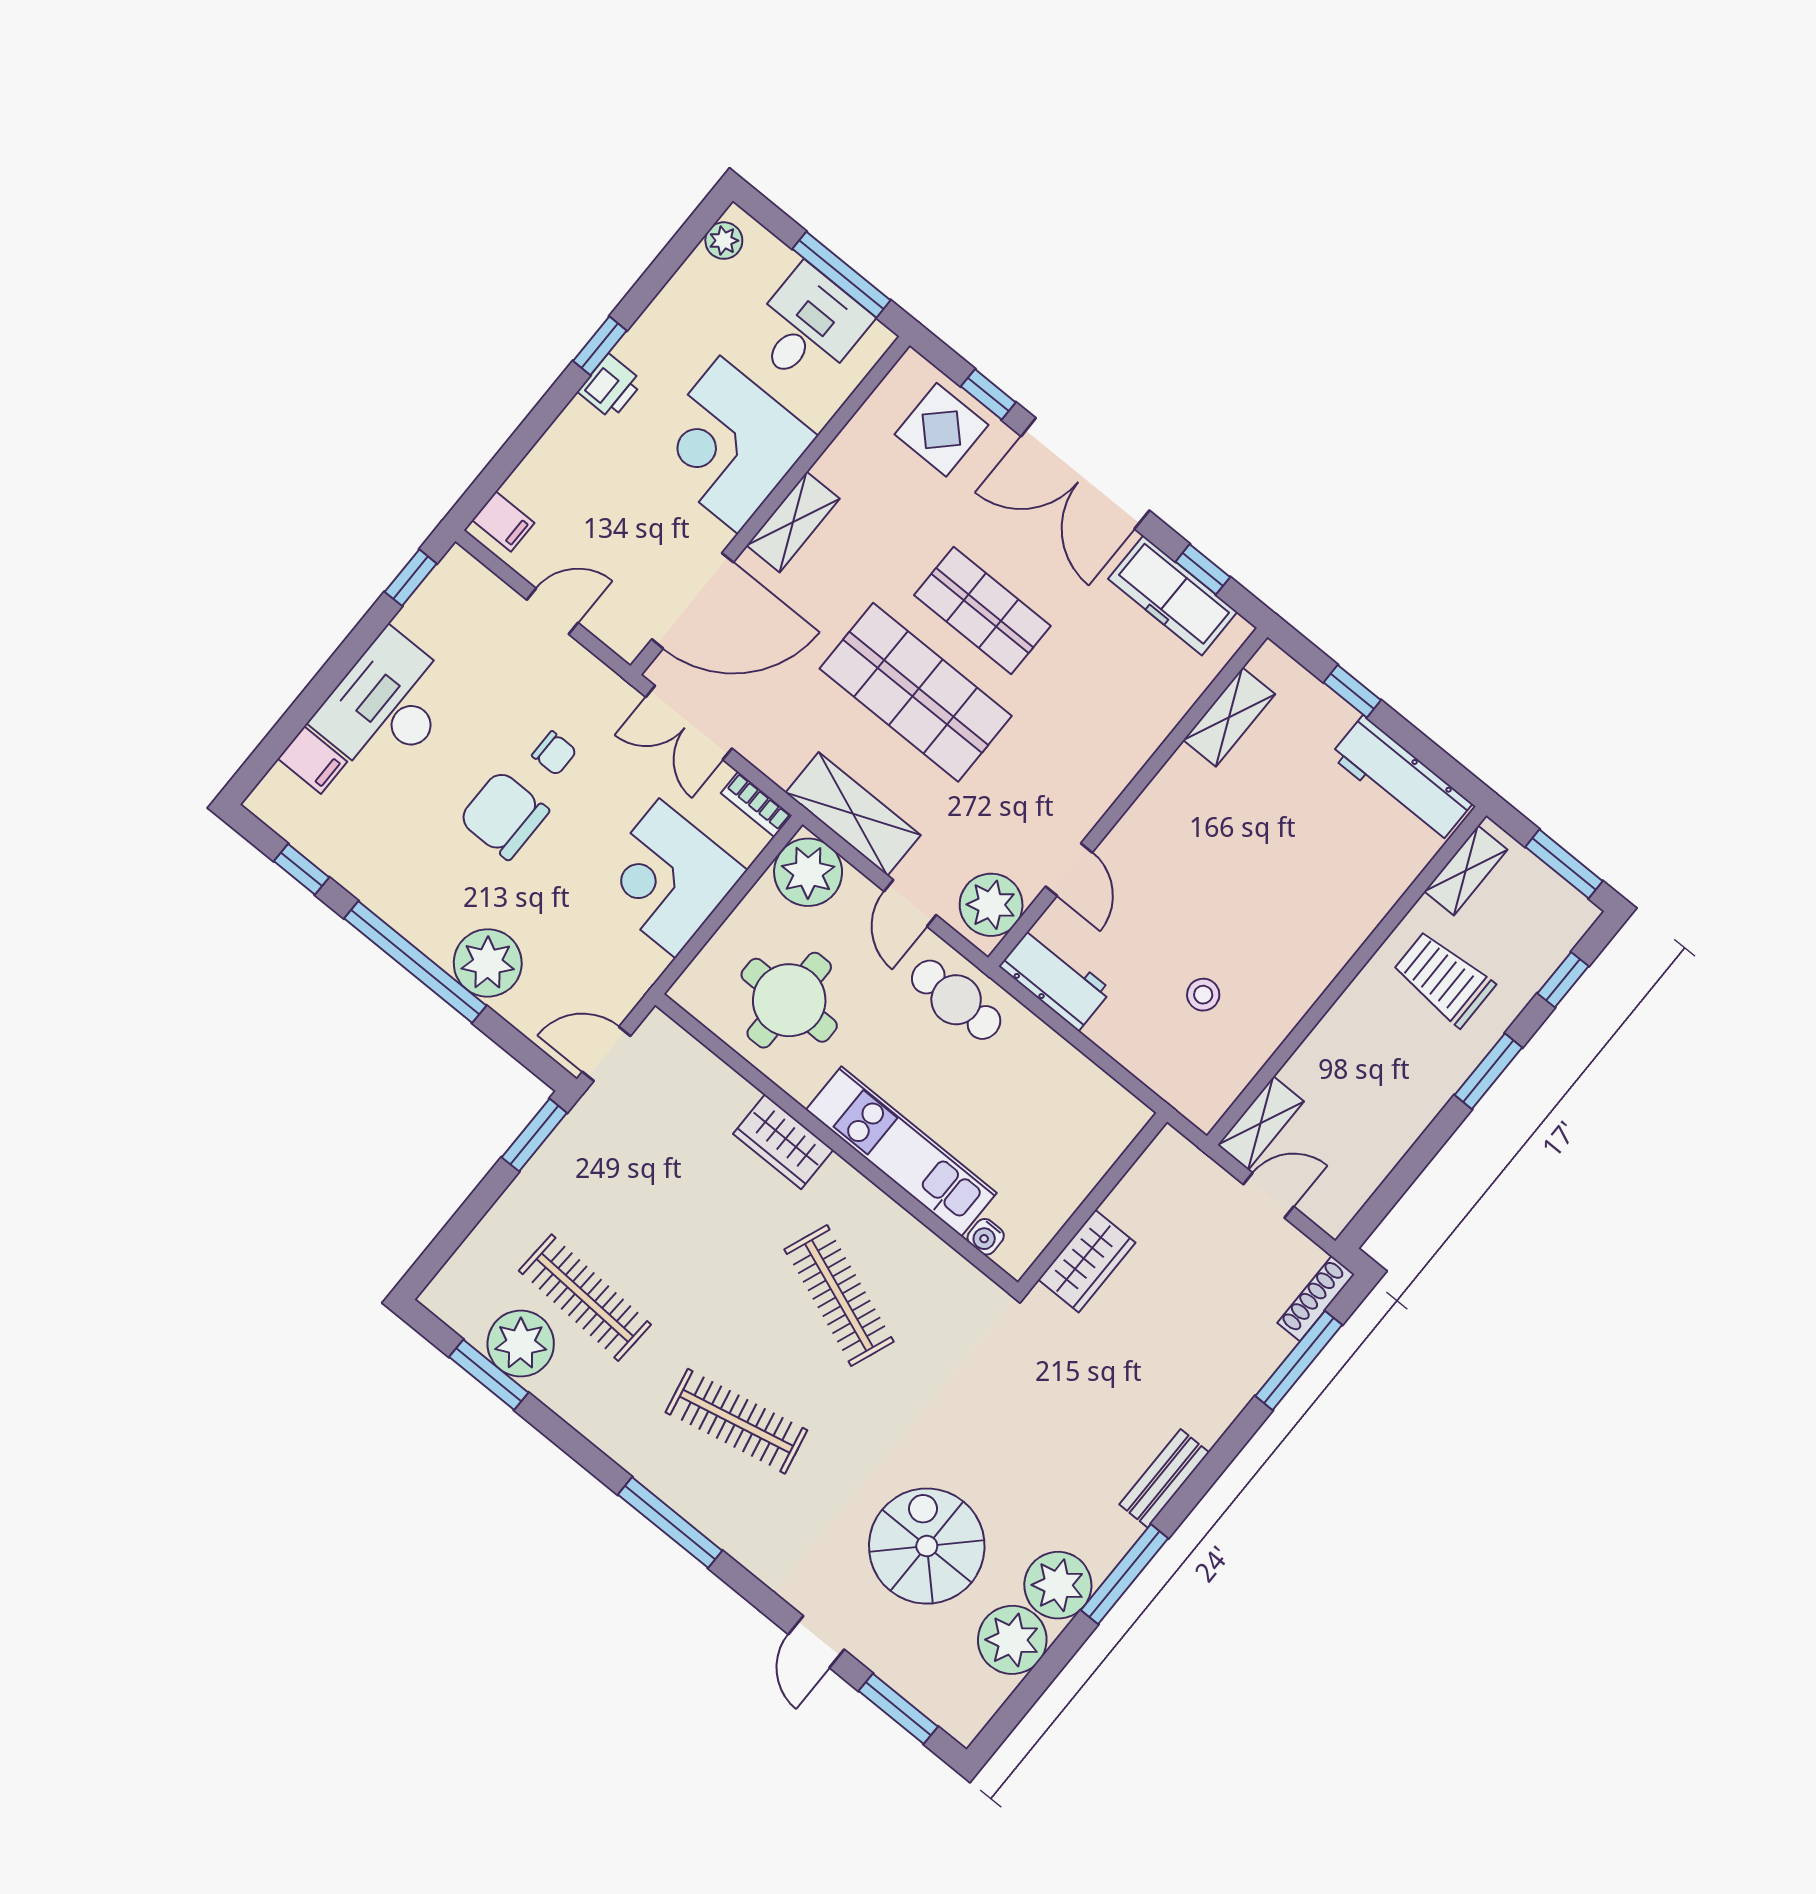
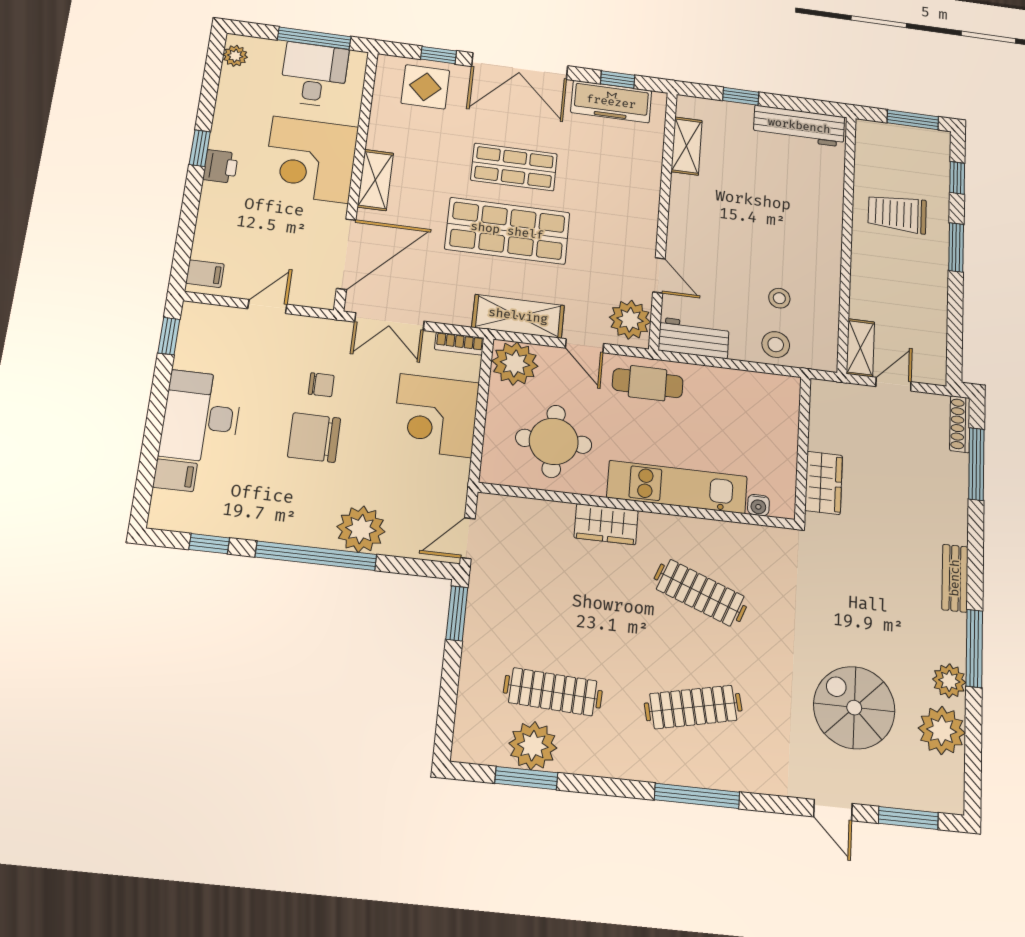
shelving: (1466, 870) -> (866, 152), removed
stool: (1154, 1051) -> (776, 345), added
plant: (1058, 1585) -> (949, 681), width x0.73, depth x0.73

